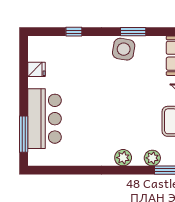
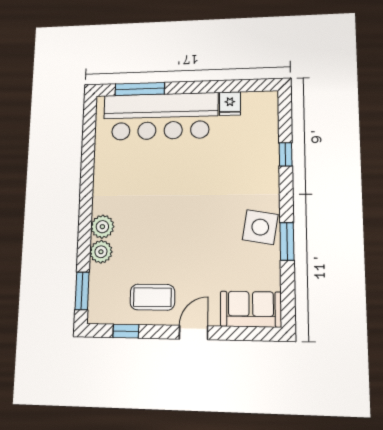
bar counter: (45, 119) -> (160, 116), width x1.36
plant: (152, 158) -> (101, 252), moved

